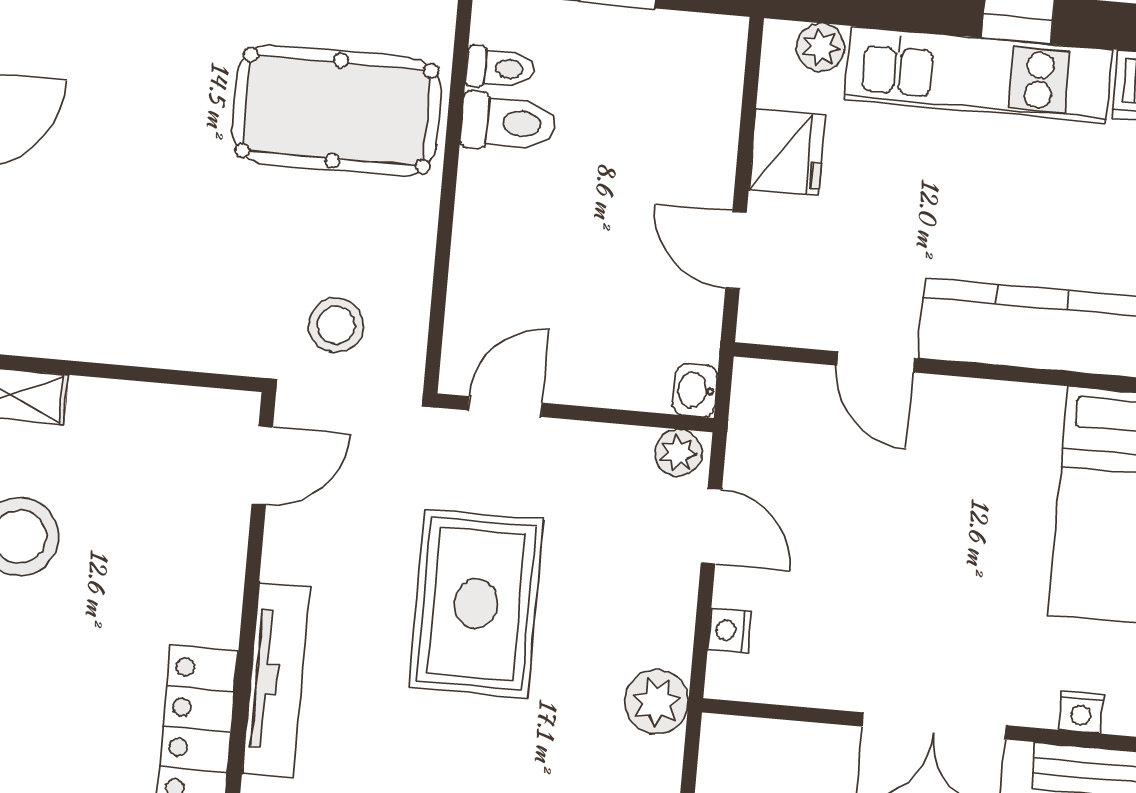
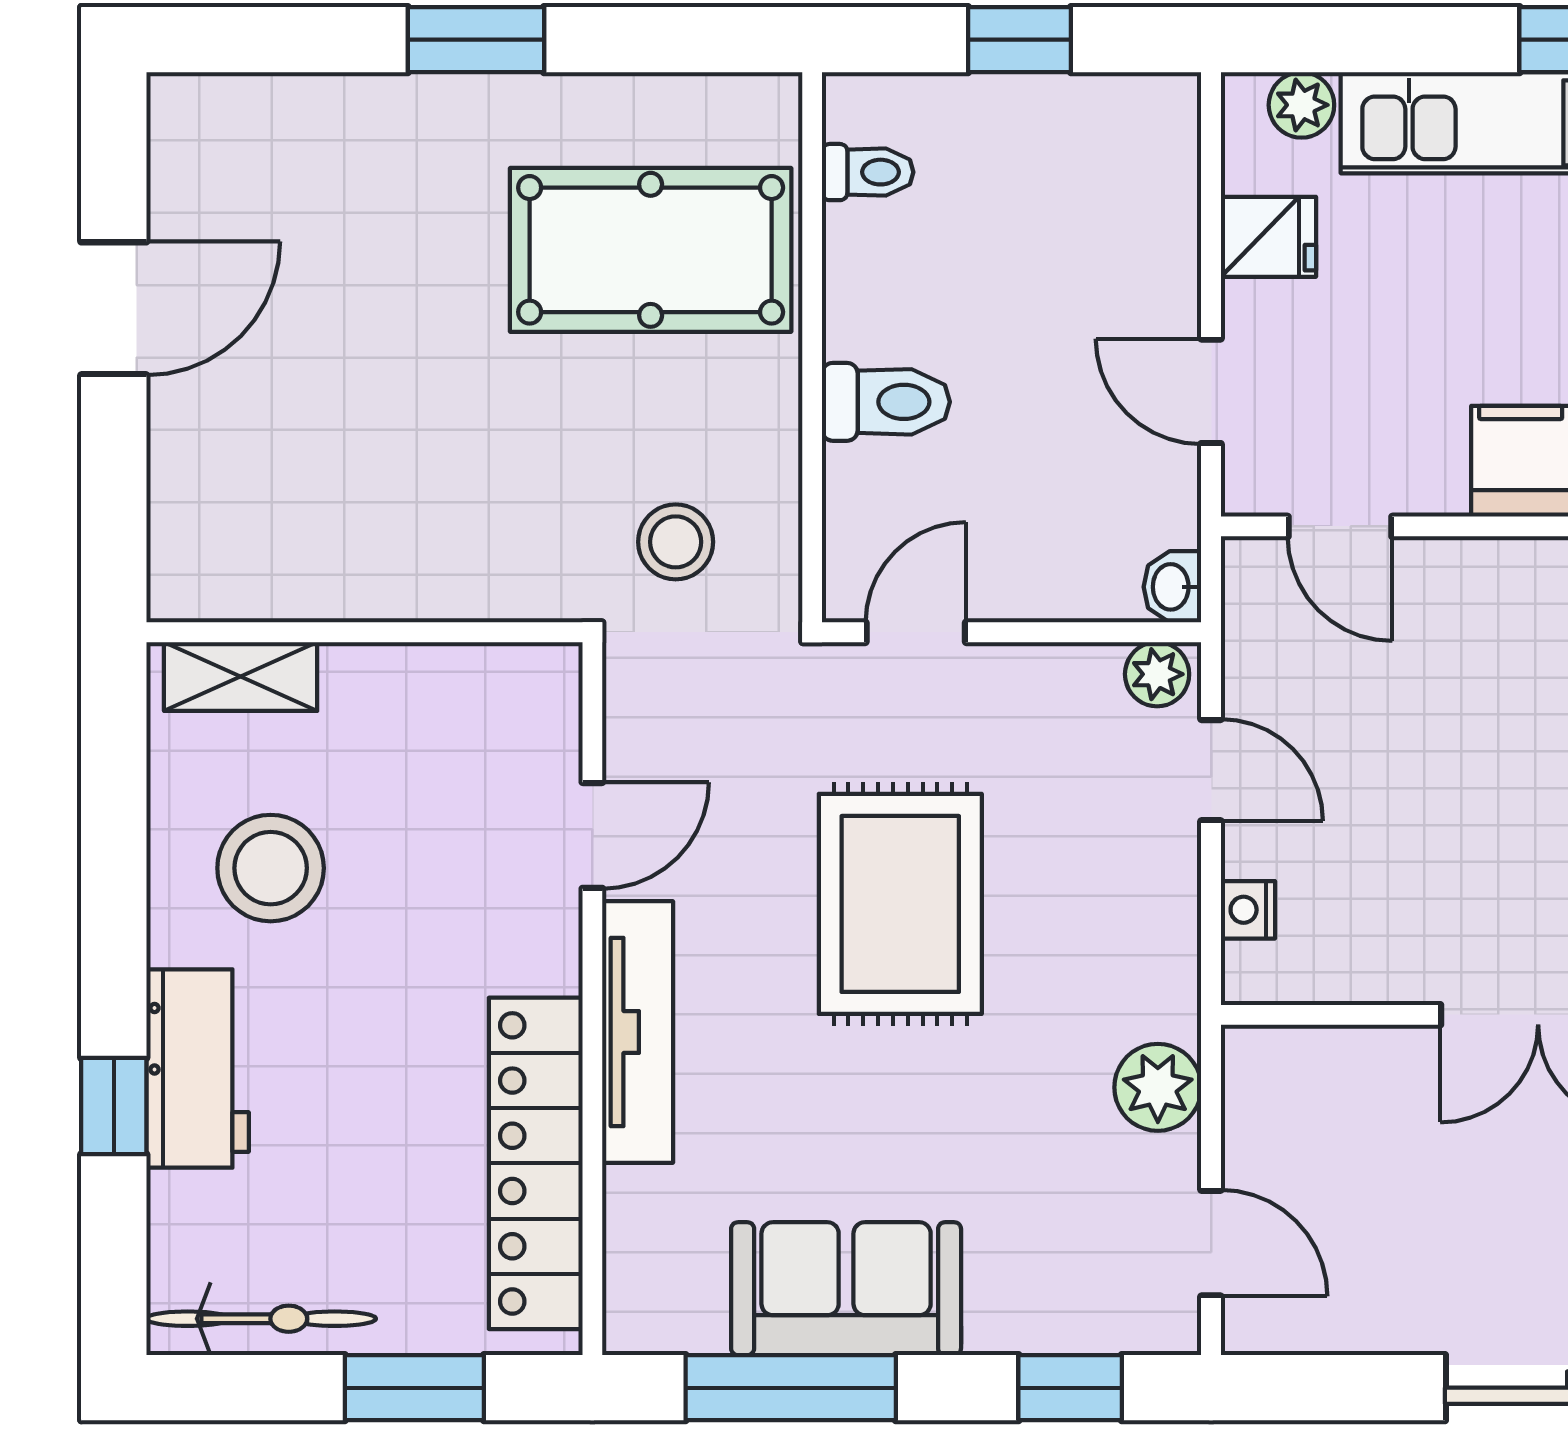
toilet: (509, 123) -> (886, 402), moved
fridge: (787, 152) -> (1268, 237), width x0.72
door: (876, 362) -> (1340, 526), moved
door: (262, 465) -> (592, 835), moved
plant: (657, 702) -> (1158, 1087), moved

